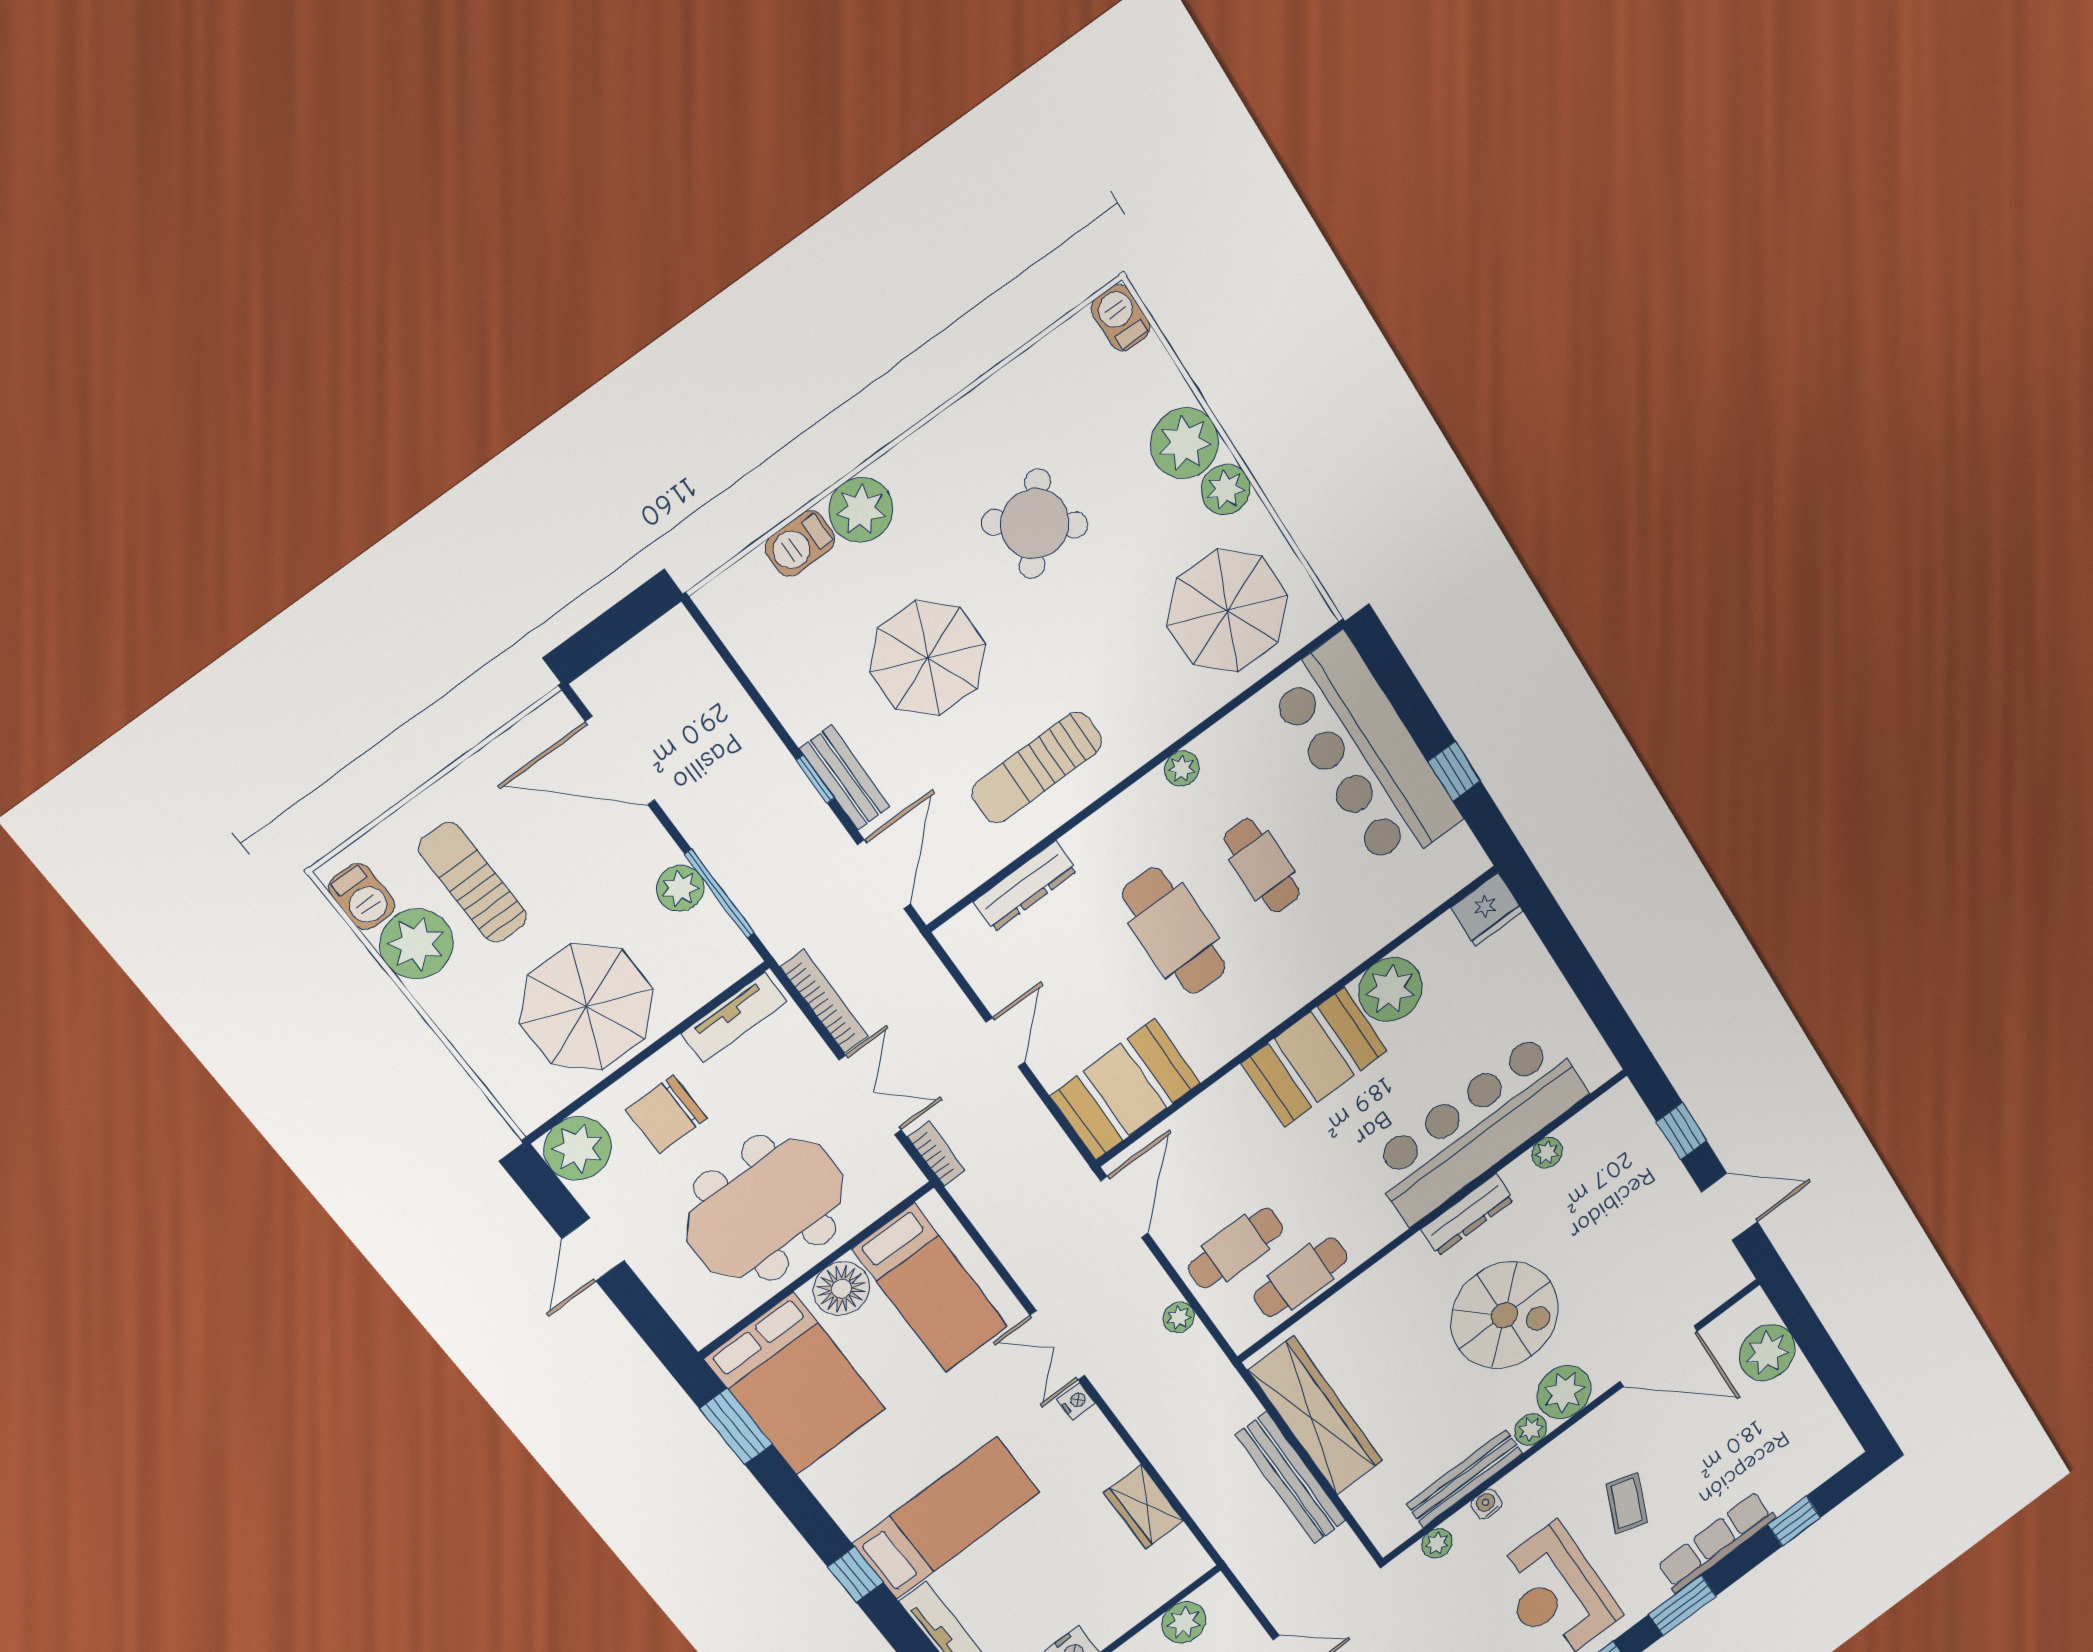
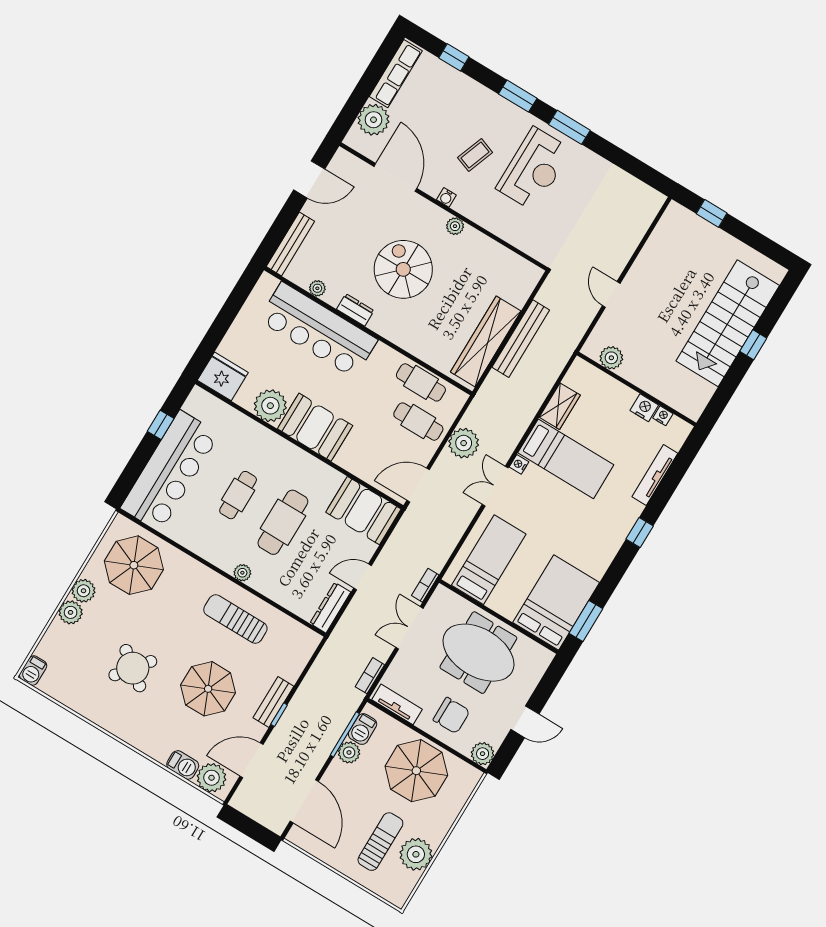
plant: (1185, 443) -> (71, 612), width x0.73, depth x0.73
plant: (861, 510) -> (212, 778), moved
sun lounger: (1037, 767) -> (235, 619), turned 180
plant: (1182, 769) -> (242, 573), moved
door: (884, 874) -> (251, 760), moved
sun lounger: (473, 882) -> (380, 842), turned 180
dresser: (1025, 886) -> (330, 608), moved, turned -90
barbecue: (362, 897) -> (363, 729), moved, turned 180
fridge: (1487, 909) -> (223, 376), width x1.36, depth x1.34
bookcase: (824, 1001) -> (370, 676), width x0.64
window: (1682, 1131) -> (282, 224), removed
plant: (578, 1148) -> (483, 754), width x0.73, depth x0.73
door: (1729, 1207) -> (309, 179), swing flipped
dresser: (1467, 1215) -> (355, 310), width x0.70
floor lamp: (841, 1289) -> (504, 601), removed
plant: (1179, 1317) -> (464, 443), width x1.88, depth x1.88
double door: (1057, 1345) -> (495, 486), swing flipped
plant: (1564, 1392) -> (430, 218), removed
bench: (1464, 1479) -> (290, 244), moved, turned 90
water cooler: (1487, 1504) -> (446, 197), moved
bed: (946, 1518) -> (566, 459), moved, turned 180
row of seats: (1716, 1542) -> (396, 74), moved, turned -90
plant: (1437, 1543) -> (529, 246), removed

